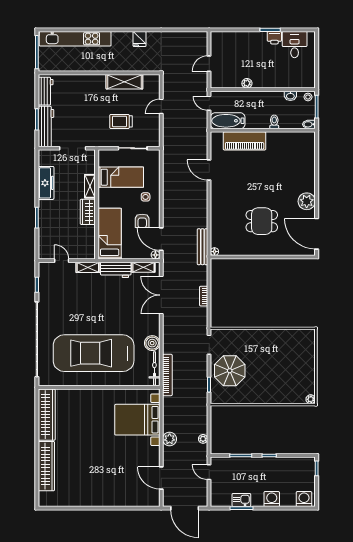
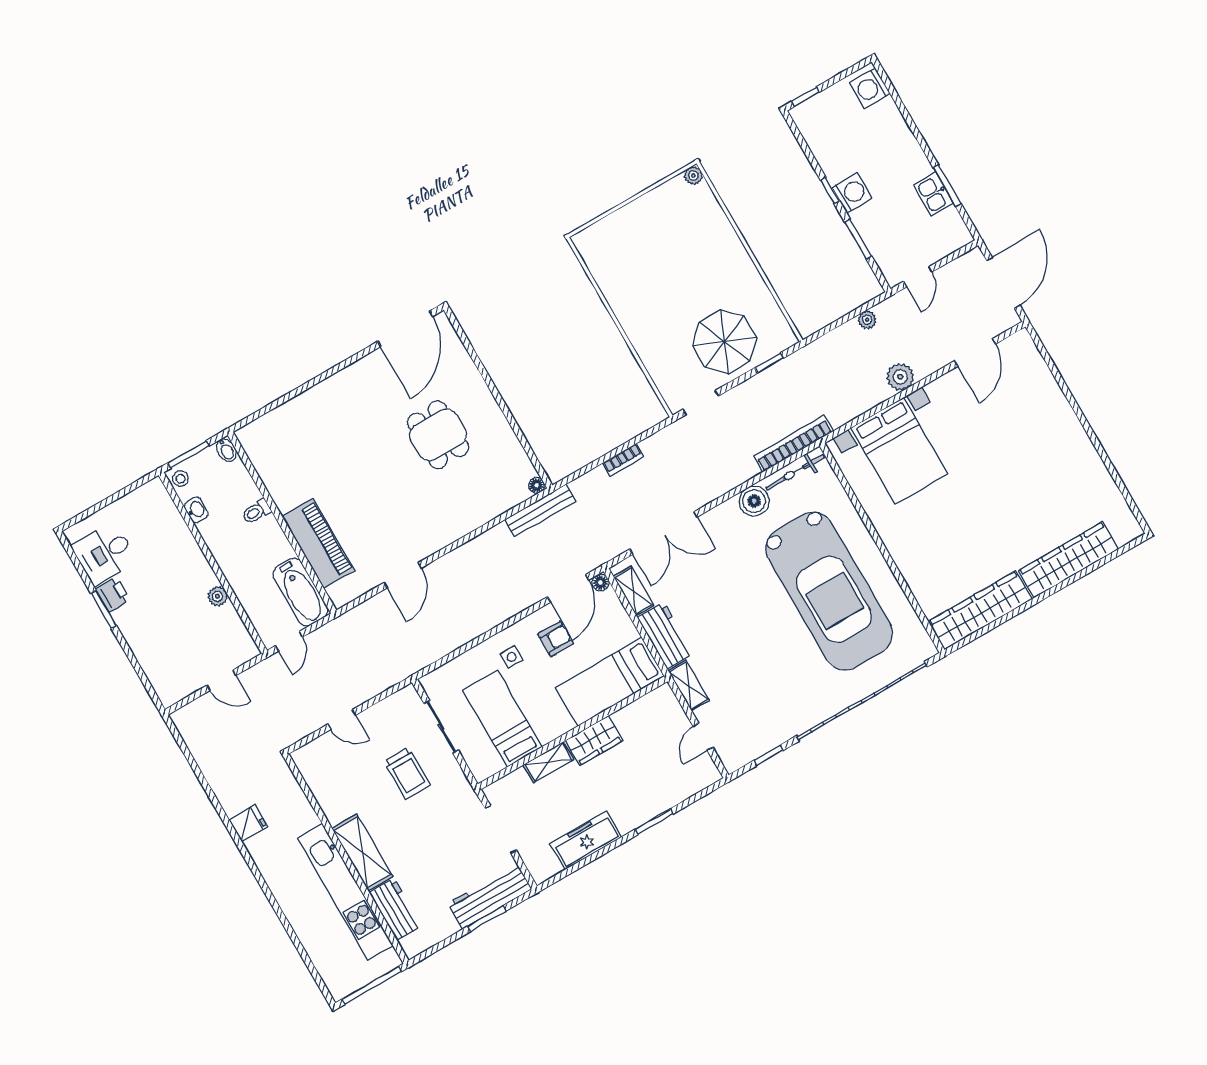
kitchen unit: (75, 39) -> (345, 892), moved, turned 180
shelving: (124, 82) -> (362, 852), moved
workbench: (46, 91) -> (395, 909), moved, turned 90
plant: (307, 201) -> (360, 378), removed
washing machine: (272, 499) -> (852, 193), moved, turned 180

